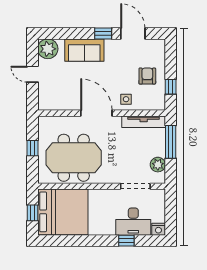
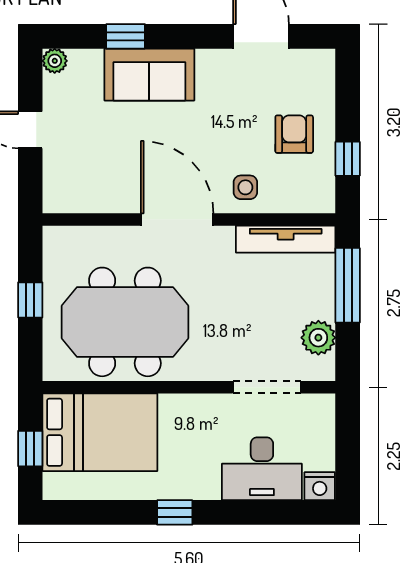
window: (103, 33) -> (126, 36), moved
plant: (48, 49) -> (55, 61), width x0.53, depth x0.53
bed: (63, 212) -> (100, 432), width x0.73
window: (126, 241) -> (175, 512), moved

